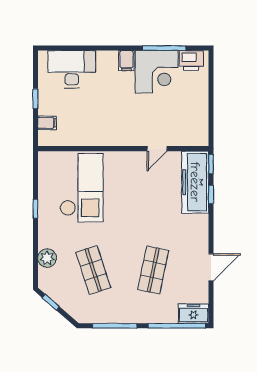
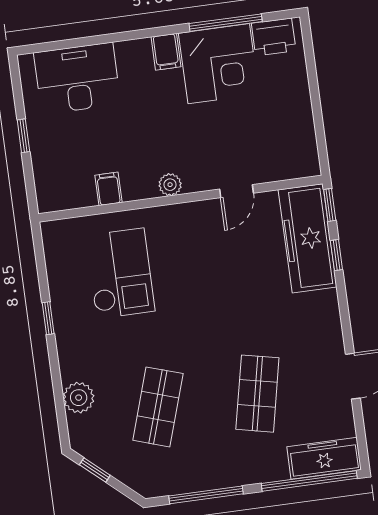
filing cabinet: (47, 123) -> (108, 189), moved, turned -90
plant: (118, 139) -> (170, 185), added
checkout: (82, 188) -> (120, 273), width x0.73, depth x0.83
shop shelf: (93, 270) -> (158, 407), turned 36
freezer: (193, 314) -> (324, 458), width x1.40

